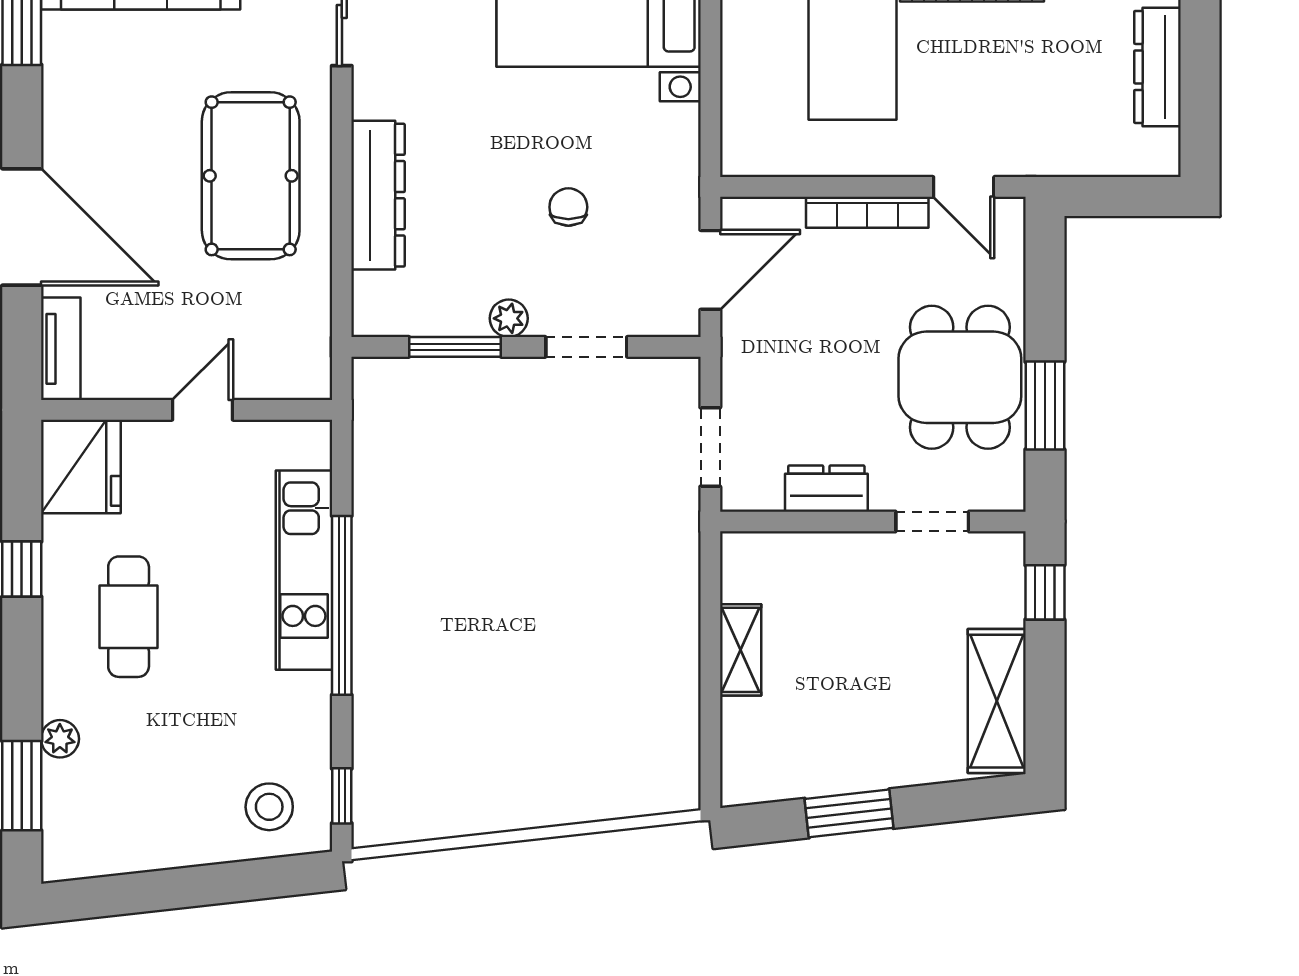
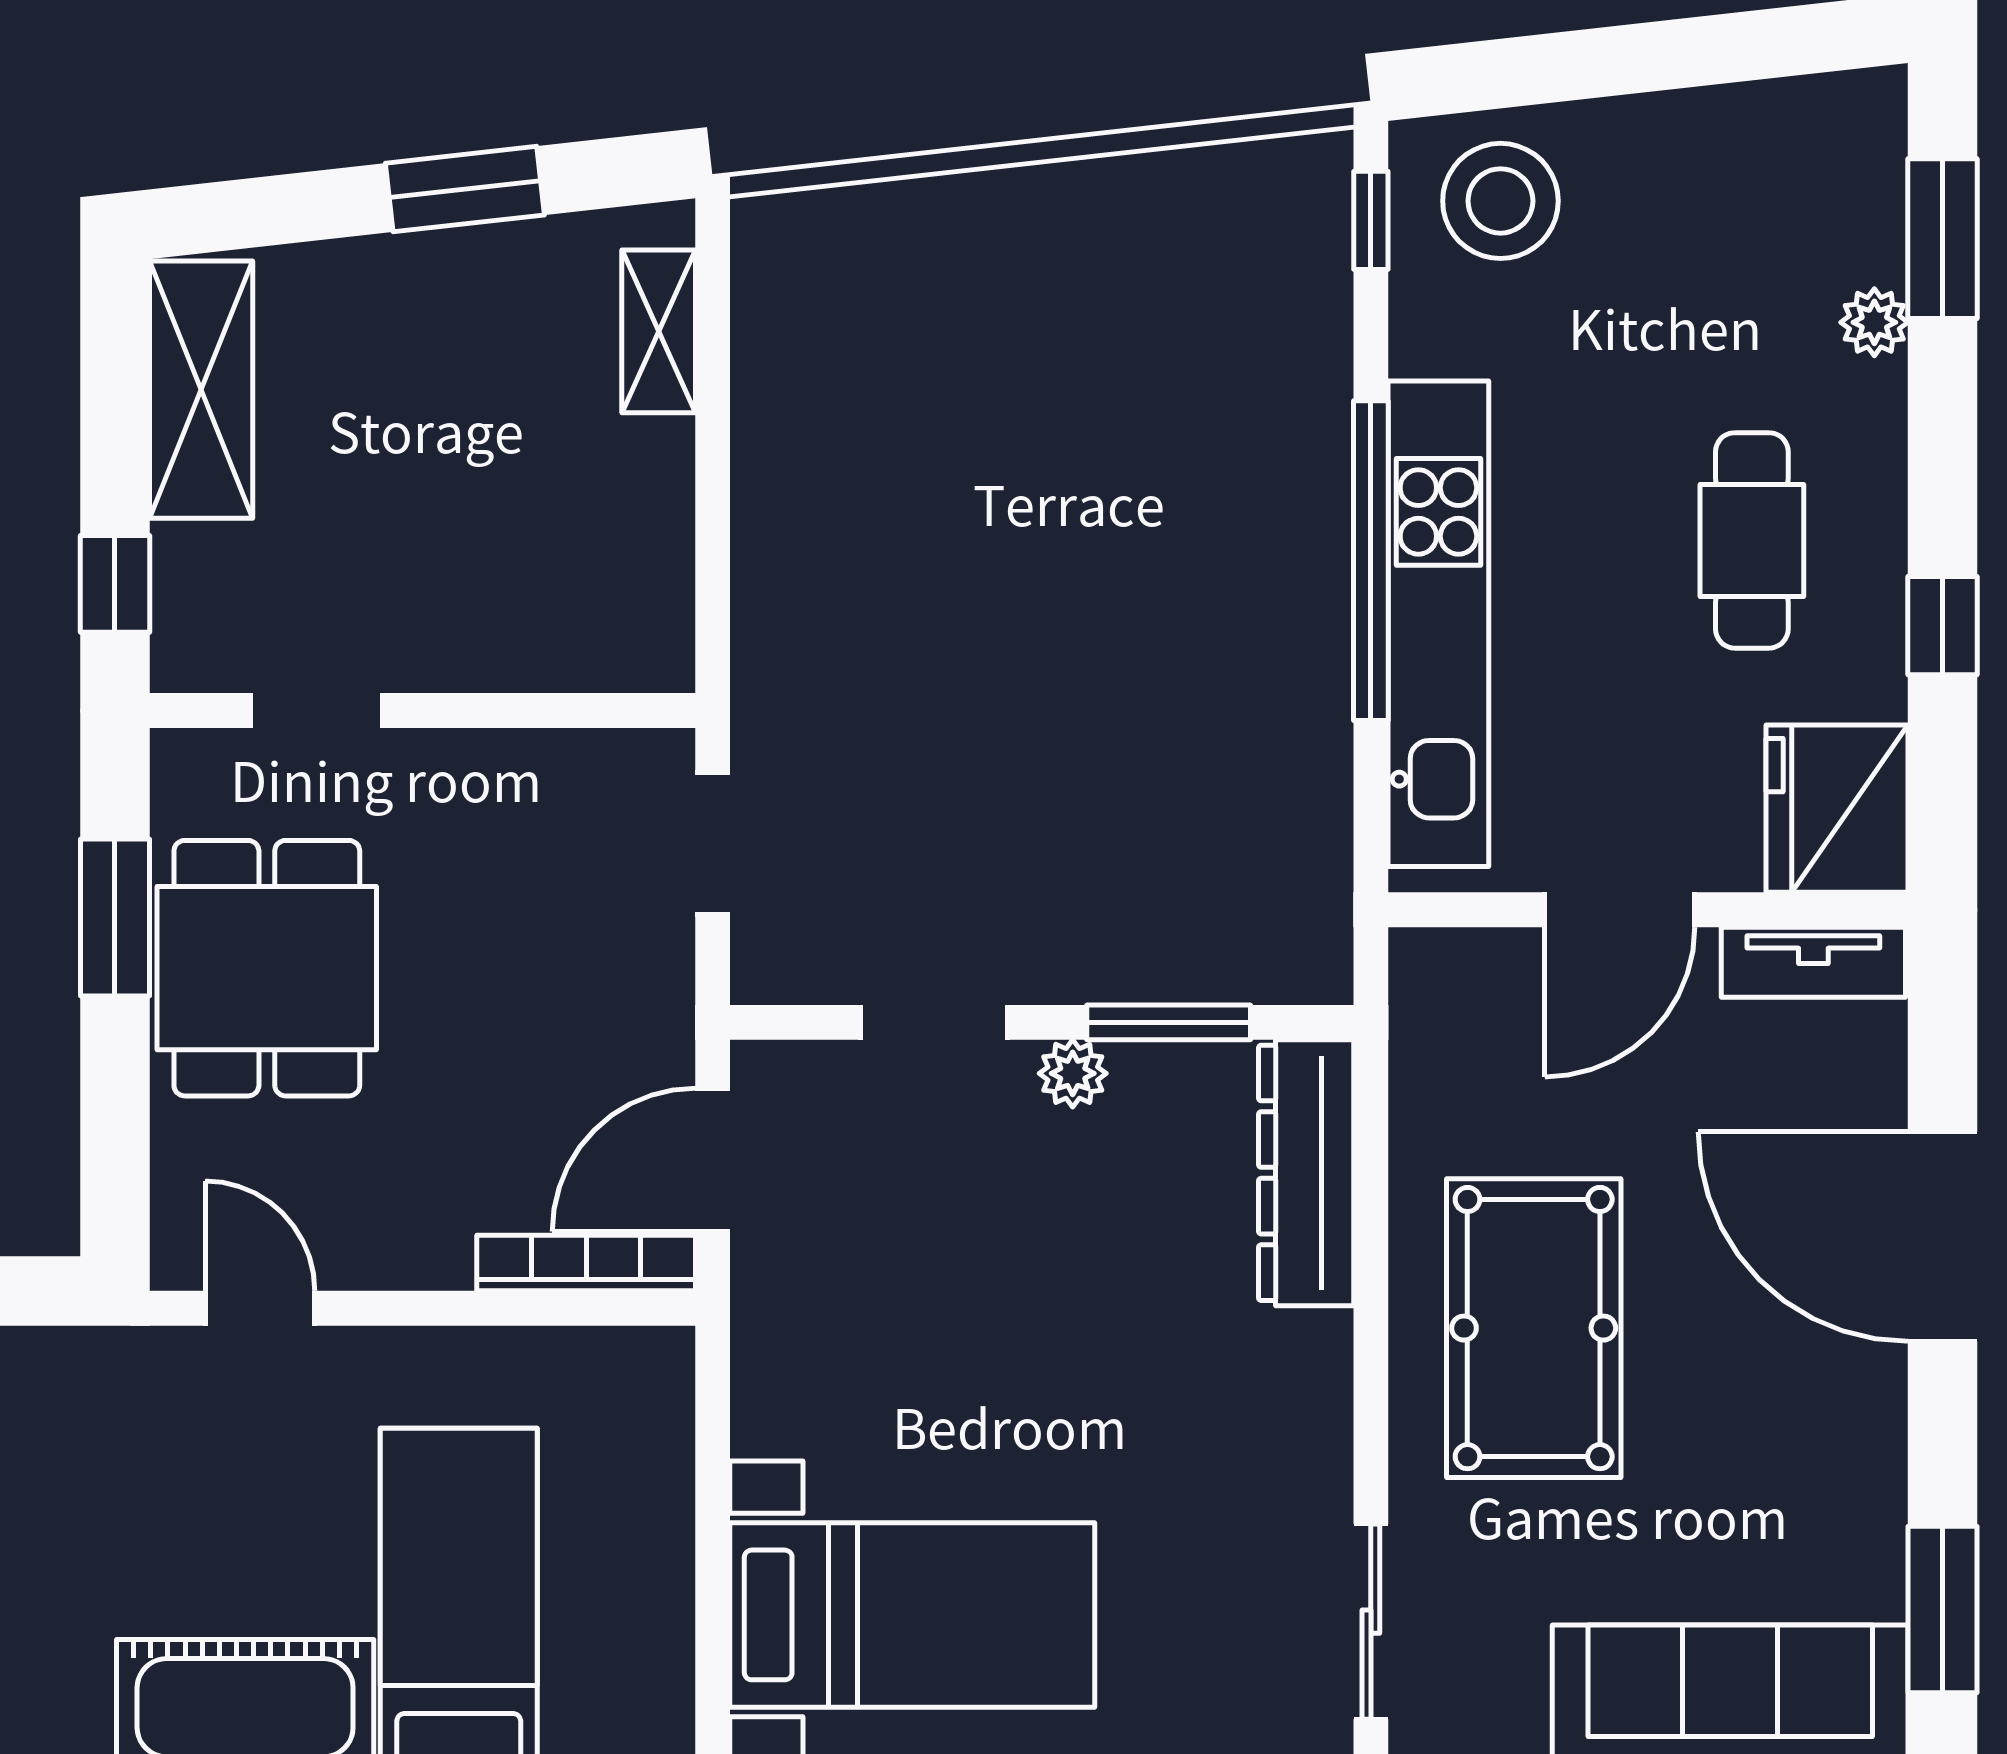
dresser: (378, 195) -> (1306, 1173), moved
chair: (568, 207) -> (966, 1272), removed
bookcase: (867, 212) -> (586, 1263), moved
tv unit: (61, 349) -> (1813, 962), moved, turned -90
door: (202, 410) -> (1620, 910), width x1.37
dresser: (826, 489) -> (505, 769), removed
kitchen unit: (304, 570) -> (1438, 624), width x1.36
shelving: (741, 650) -> (659, 331), moved
stool: (269, 807) -> (1500, 201), width x1.38, depth x1.38

